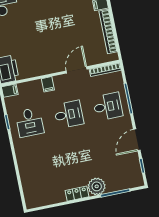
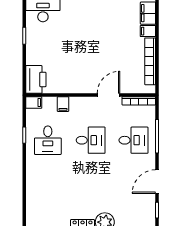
filing cabinet: (48, 84) -> (63, 104), moved

